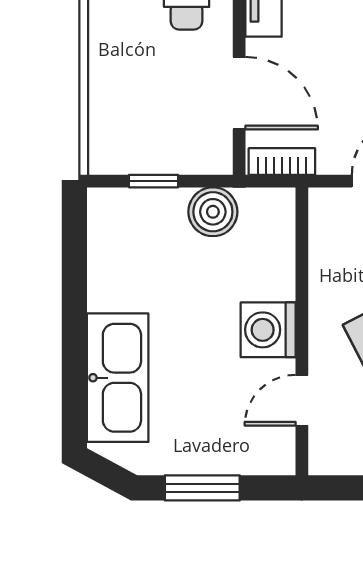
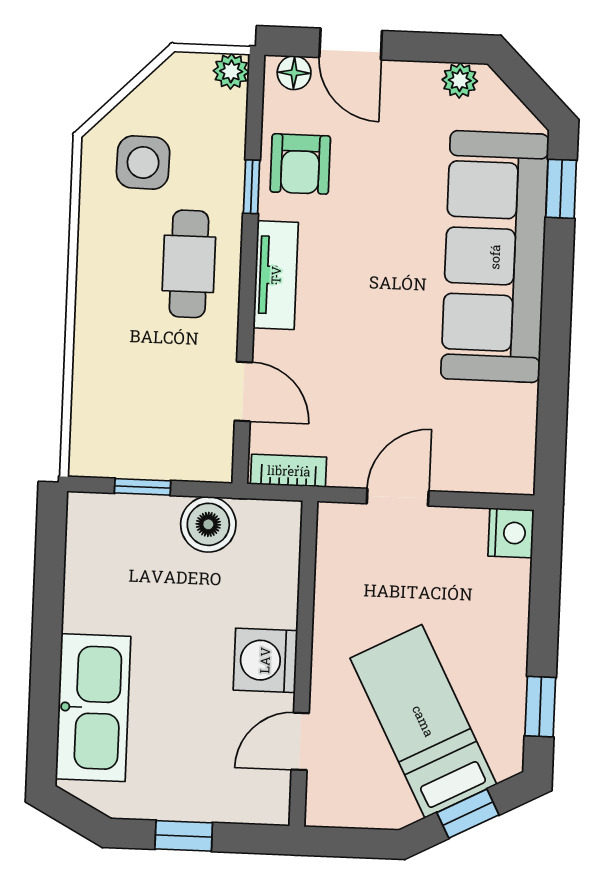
door: (239, 93) -> (243, 392), width x0.73
window: (202, 488) -> (184, 836), width x0.67

